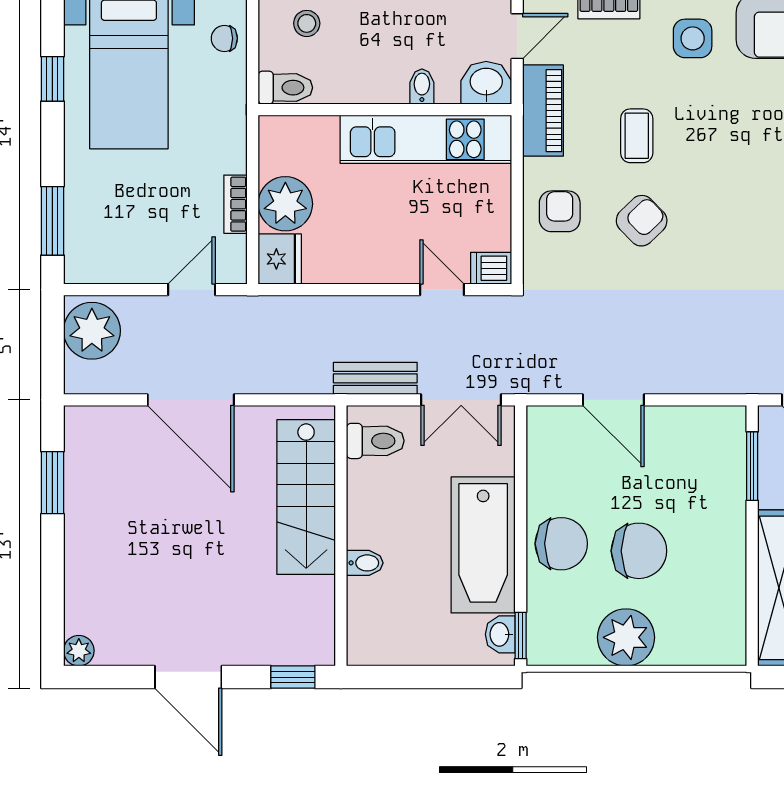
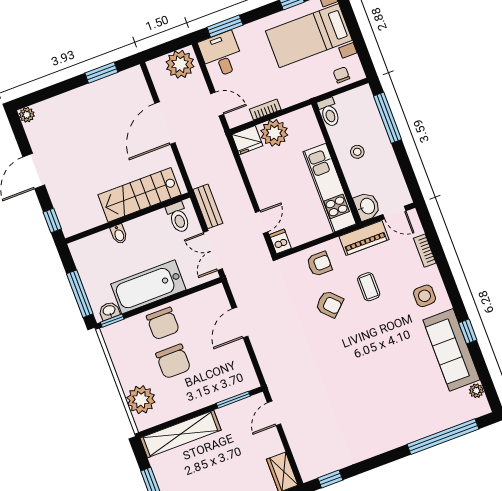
stool: (307, 23) -> (357, 152), moved
bidet: (422, 87) -> (354, 177), removed
coffee table: (637, 136) -> (369, 287), turned 90
desk: (103, 248) -> (221, 55), added
plant: (626, 637) -> (141, 400), moved
window: (448, 677) -> (80, 294), added

